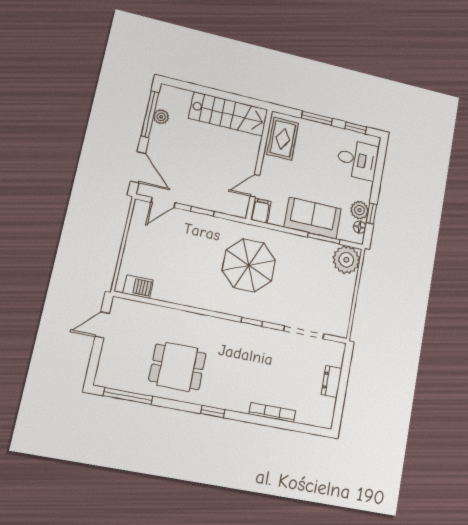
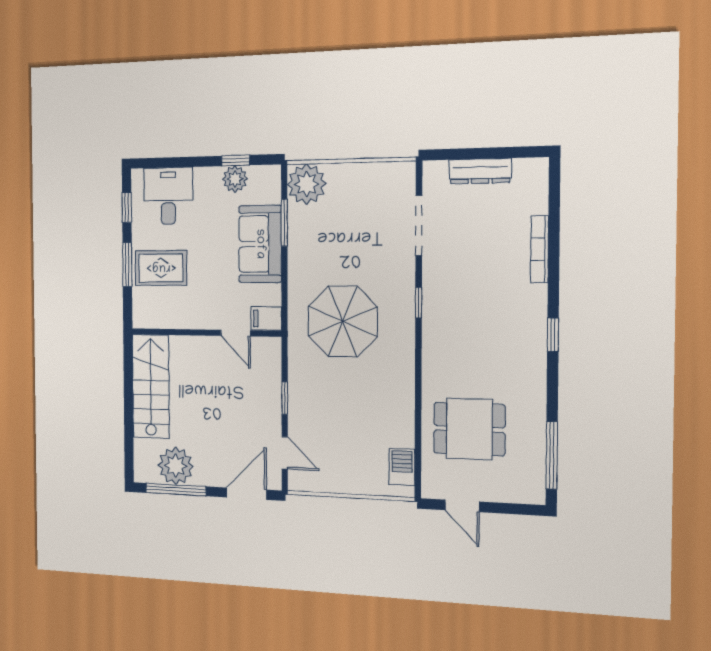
plant: (161, 117) -> (176, 466), width x1.87, depth x1.87
rug: (283, 139) -> (161, 268), moved
floor lamp: (360, 227) -> (258, 174), removed
dining table: (177, 367) -> (469, 429), moved, turned 90
dresser: (332, 381) -> (480, 171), width x1.44

